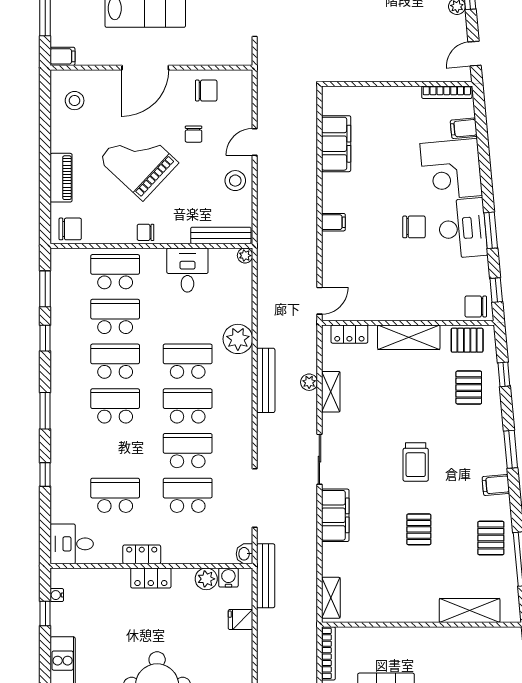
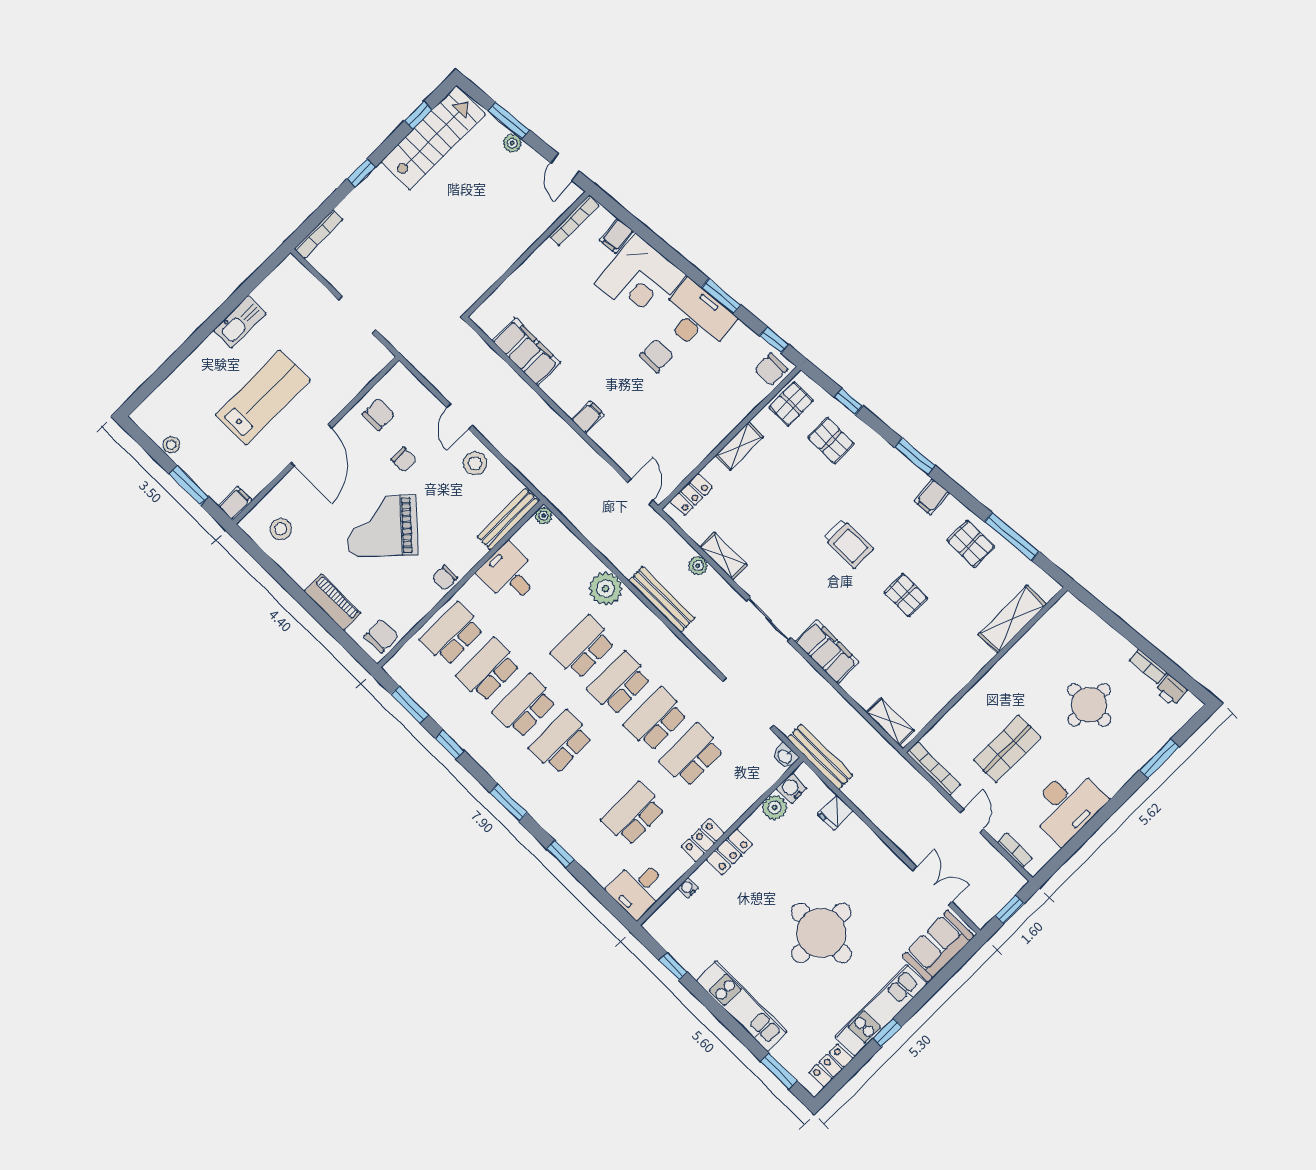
shelving: (409, 337) -> (739, 446), width x0.67, depth x0.75
water cooler: (57, 595) -> (688, 888), moved, turned 90

